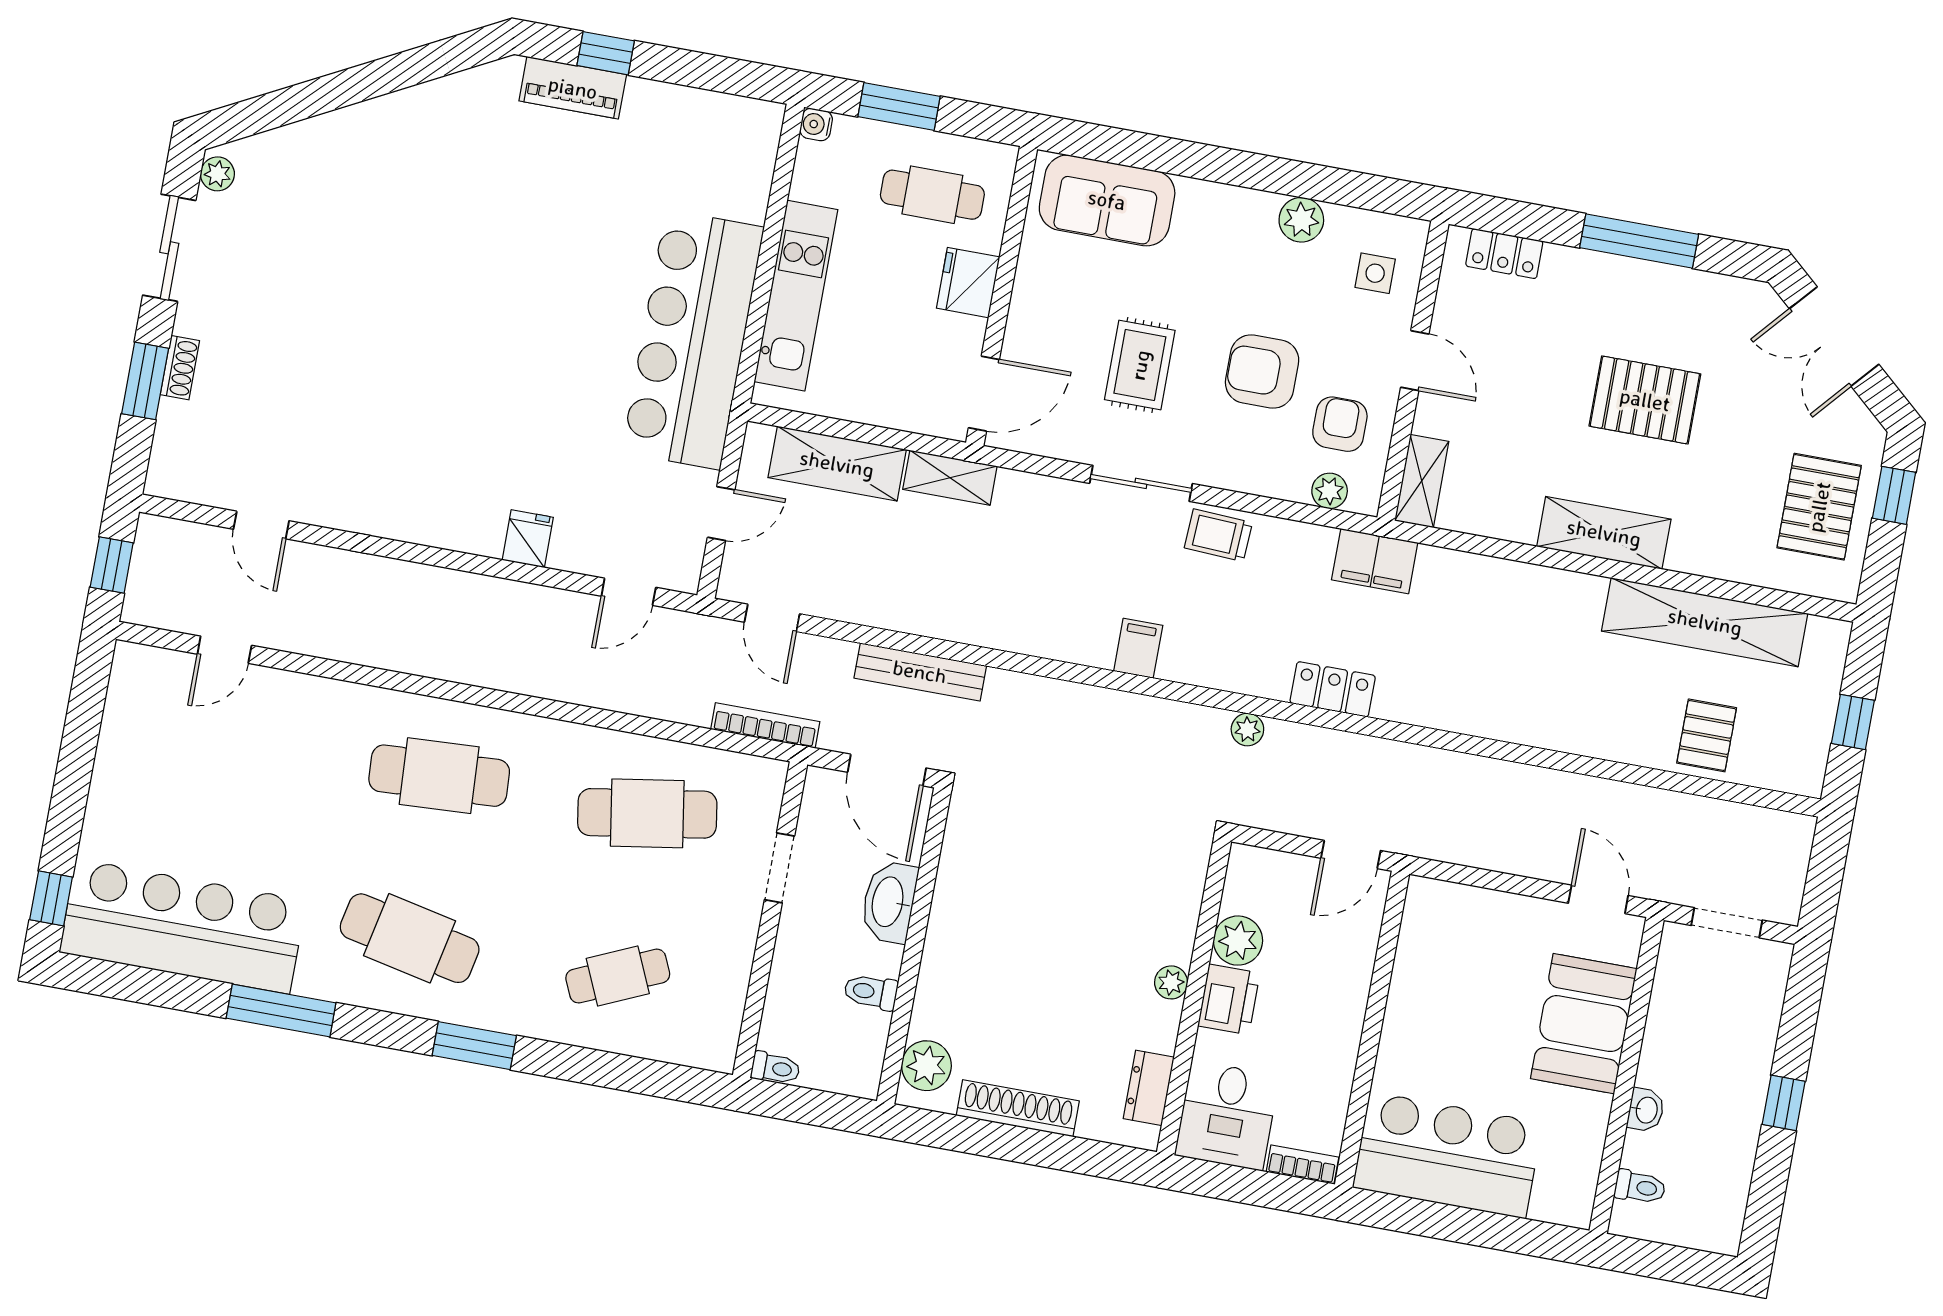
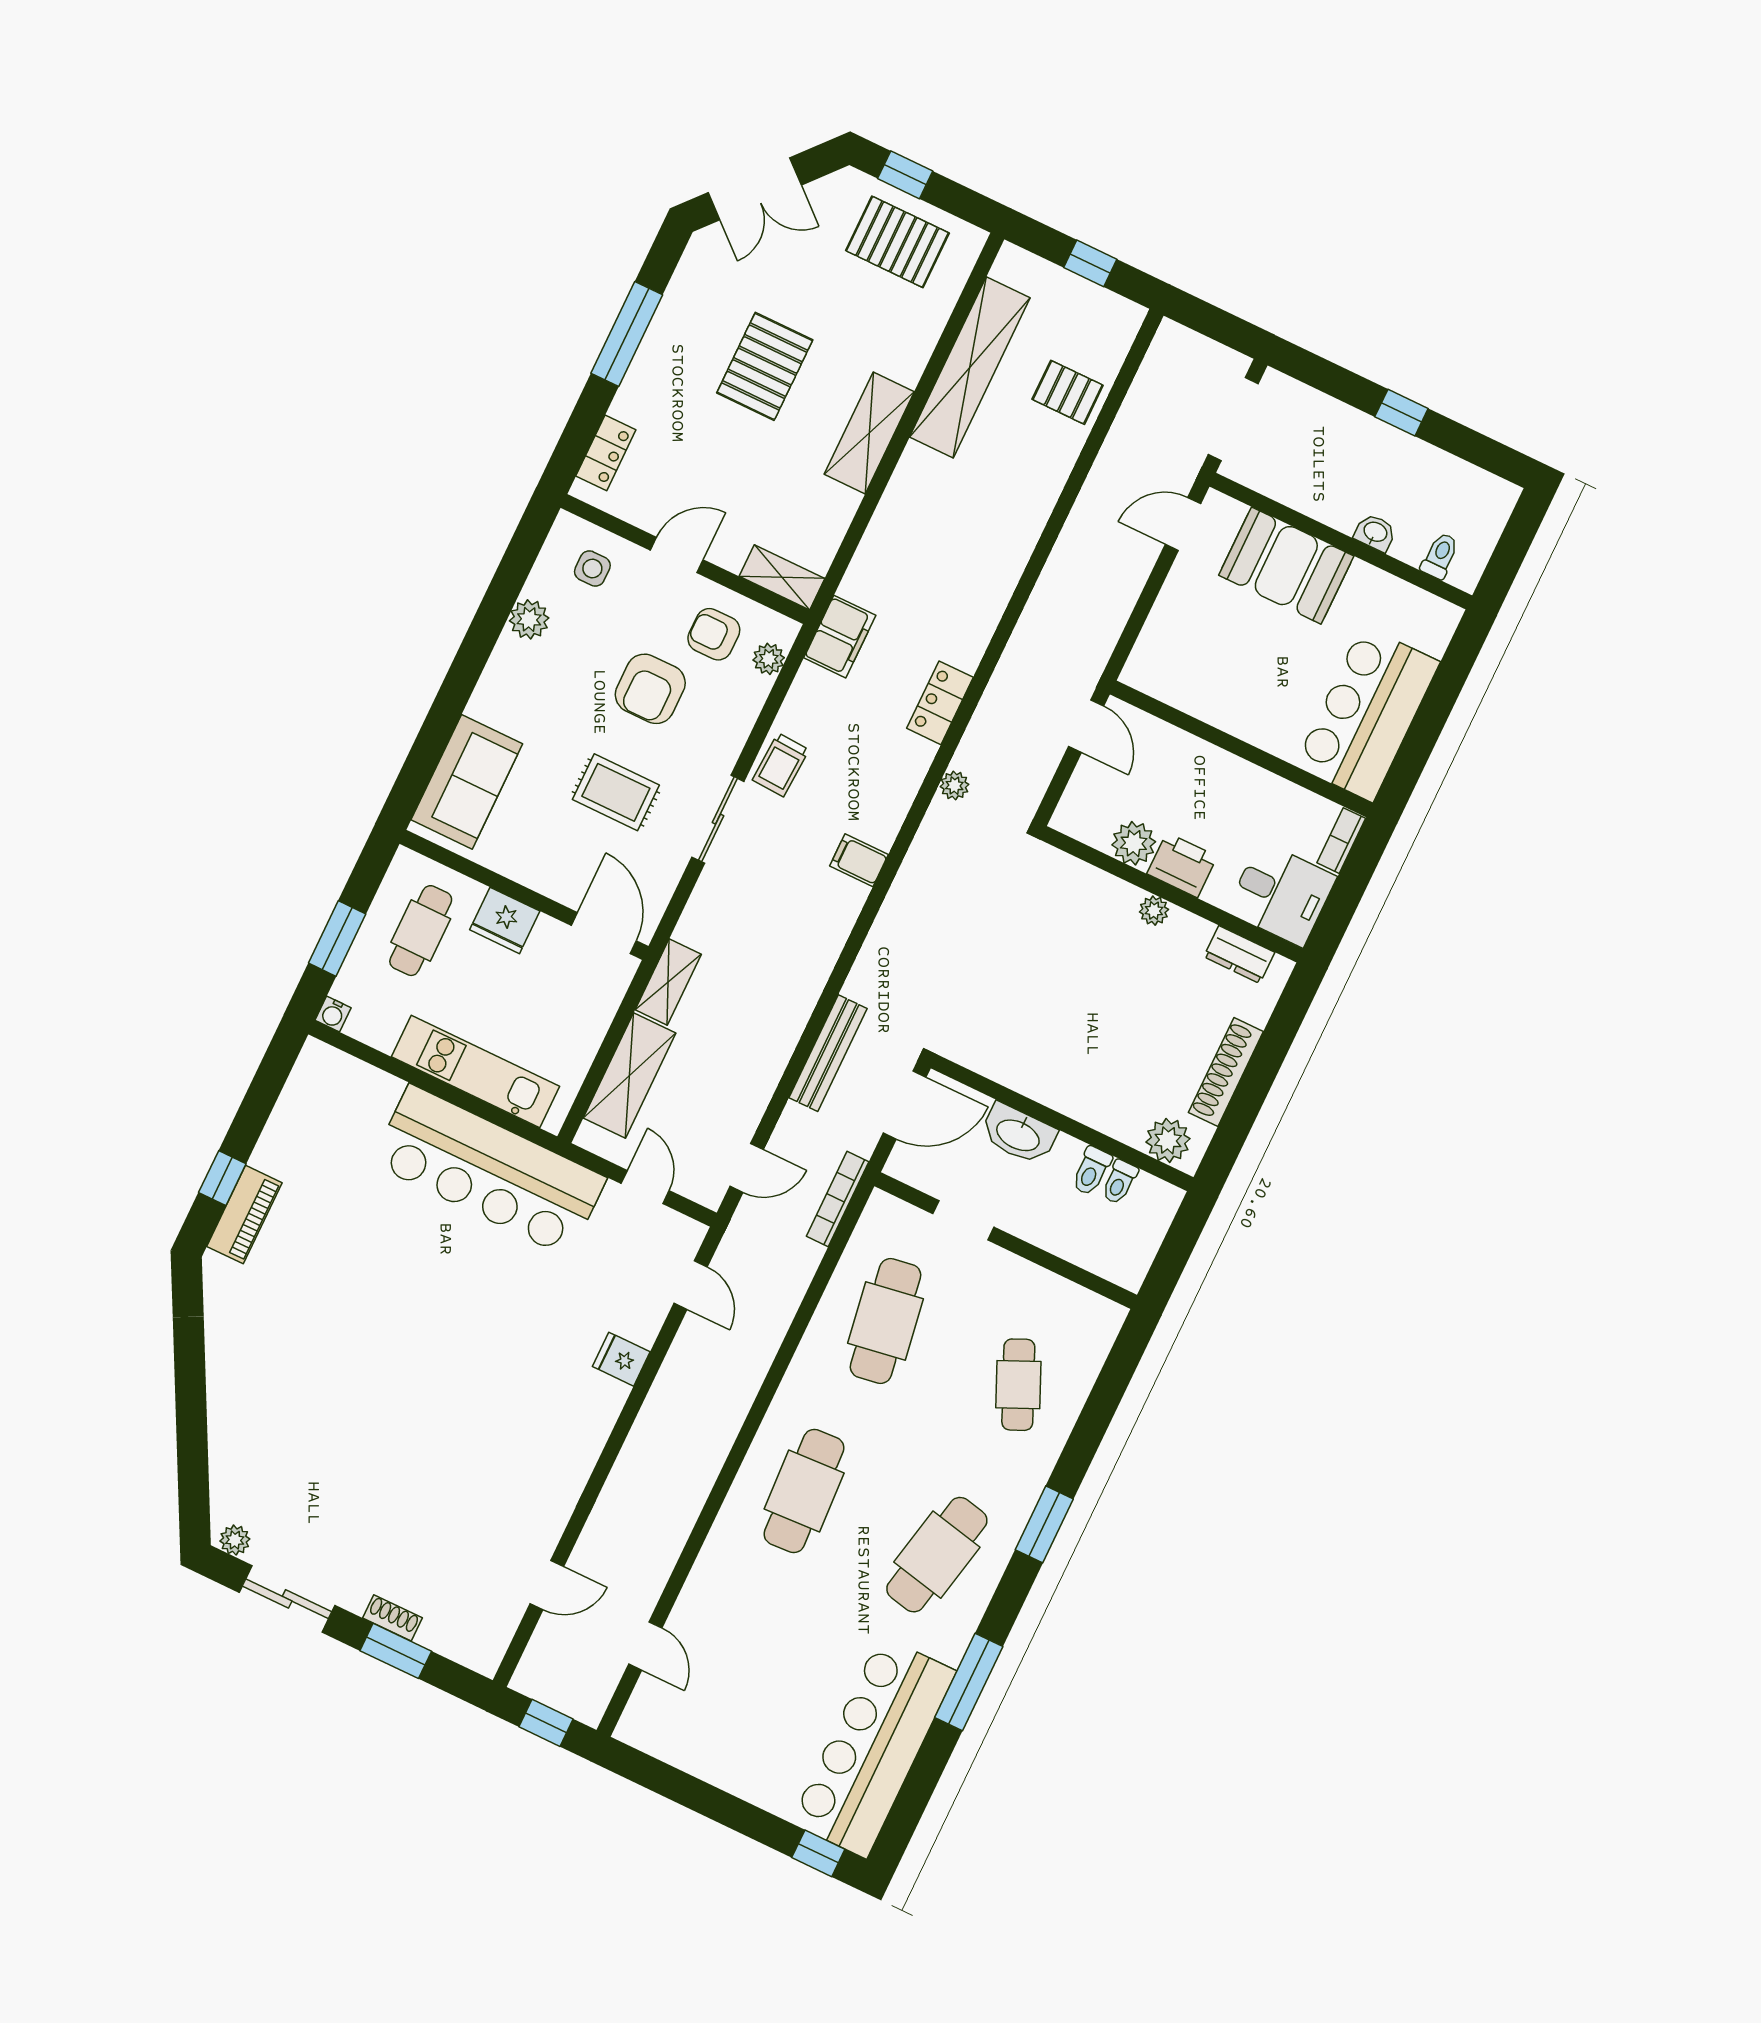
doorway: (1727, 923) -> (1233, 419), width x1.38
toilet: (776, 1068) -> (1119, 1182), moved, turned 180

